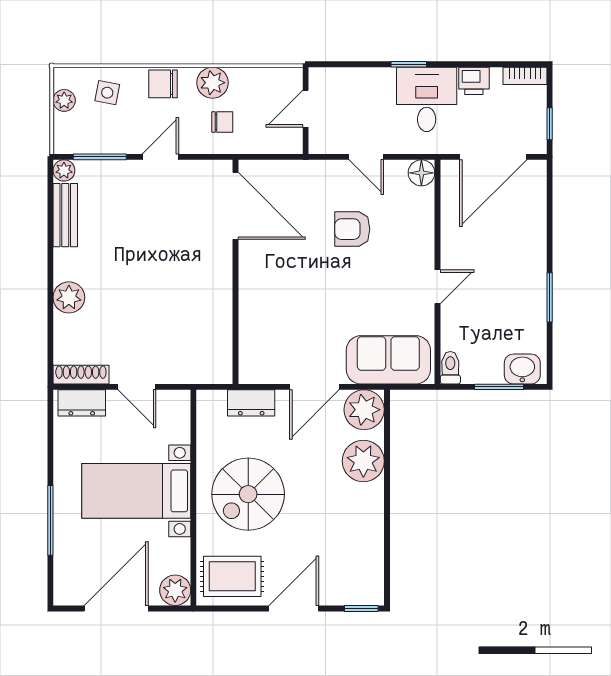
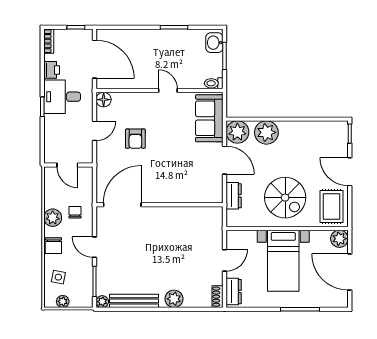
bench: (65, 215) -> (134, 301), width x1.36
shoe rack: (81, 375) -> (218, 297), width x0.70

